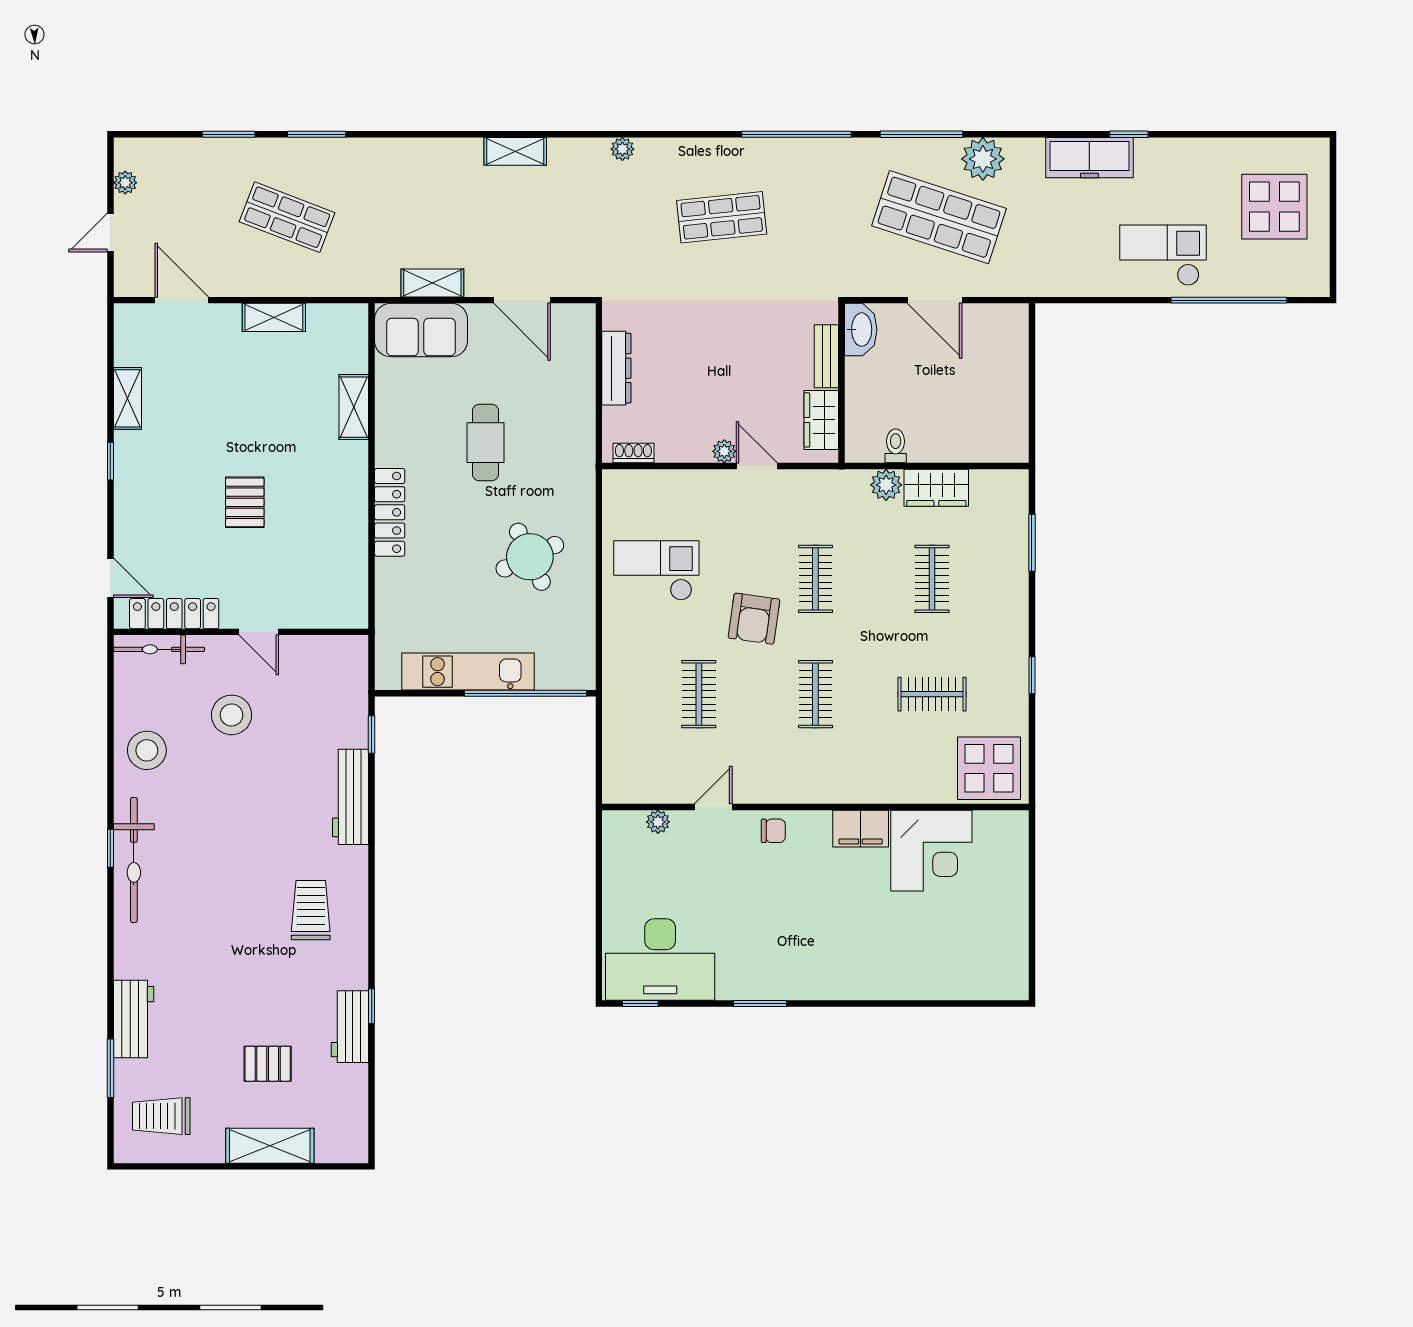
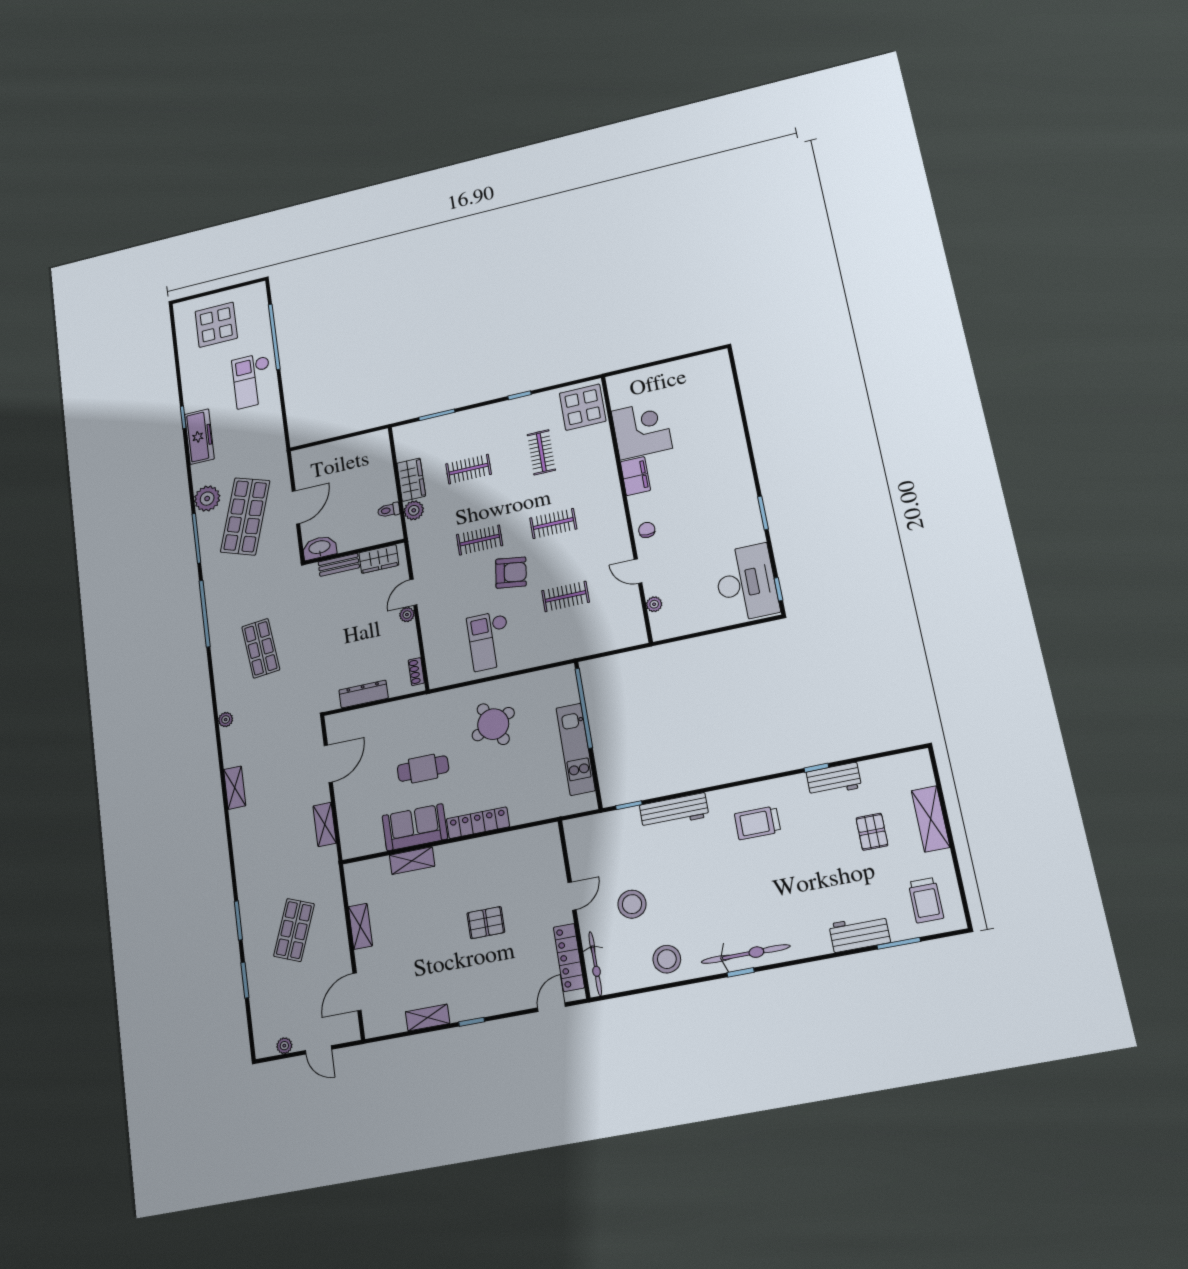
sofa: (421, 330) -> (415, 827), moved, turned -90

